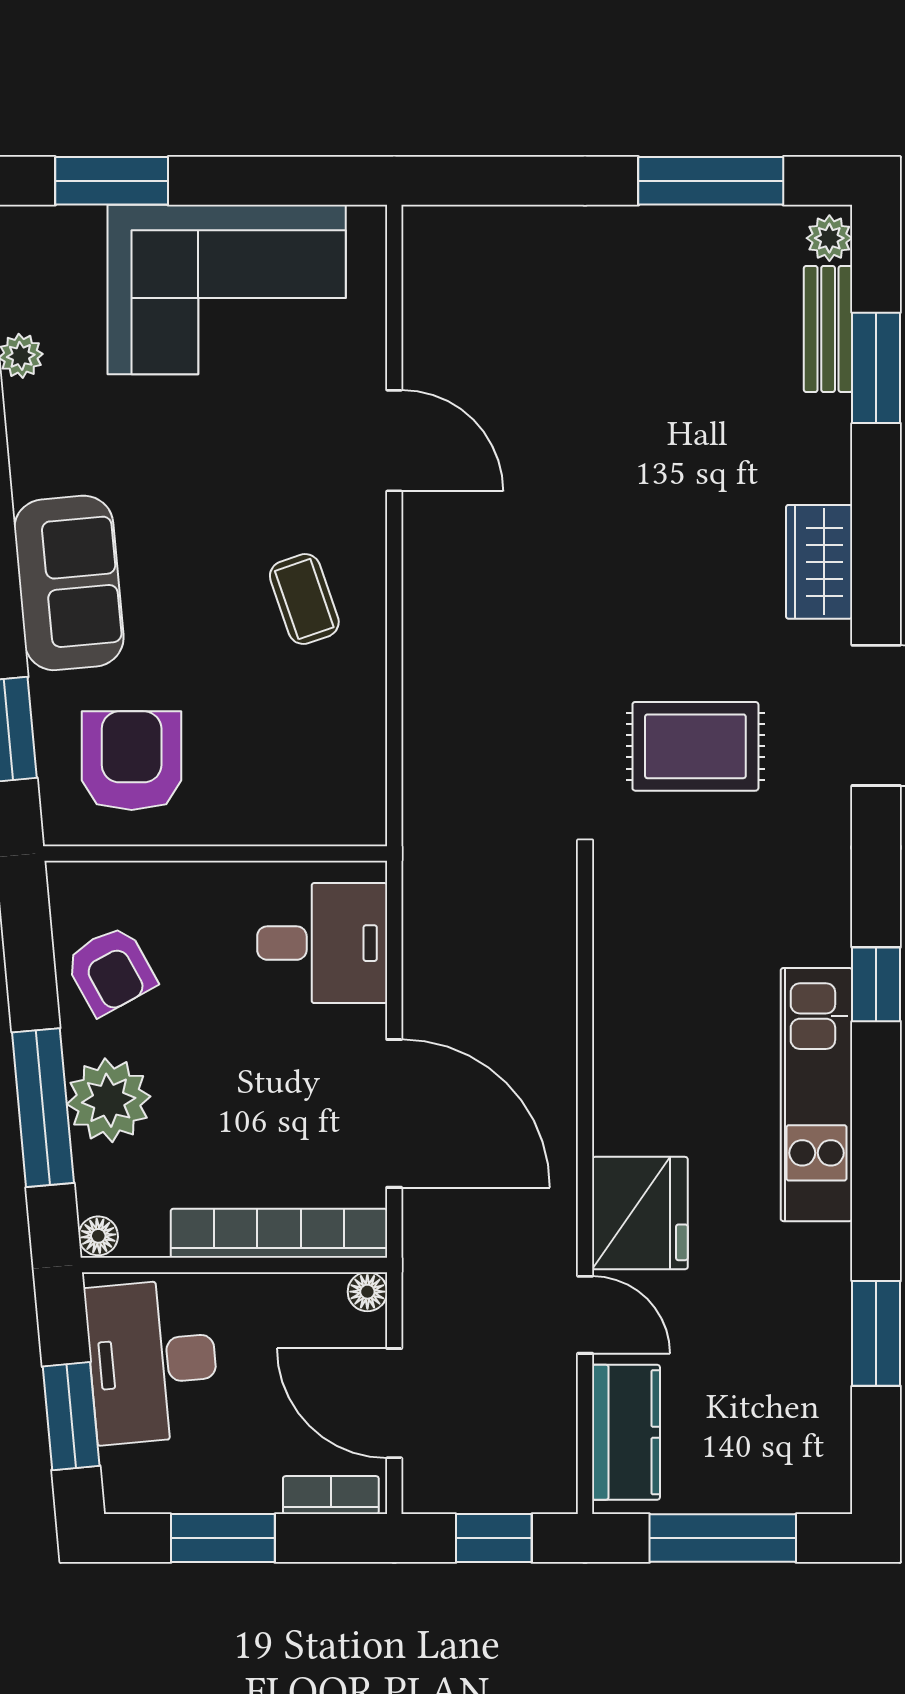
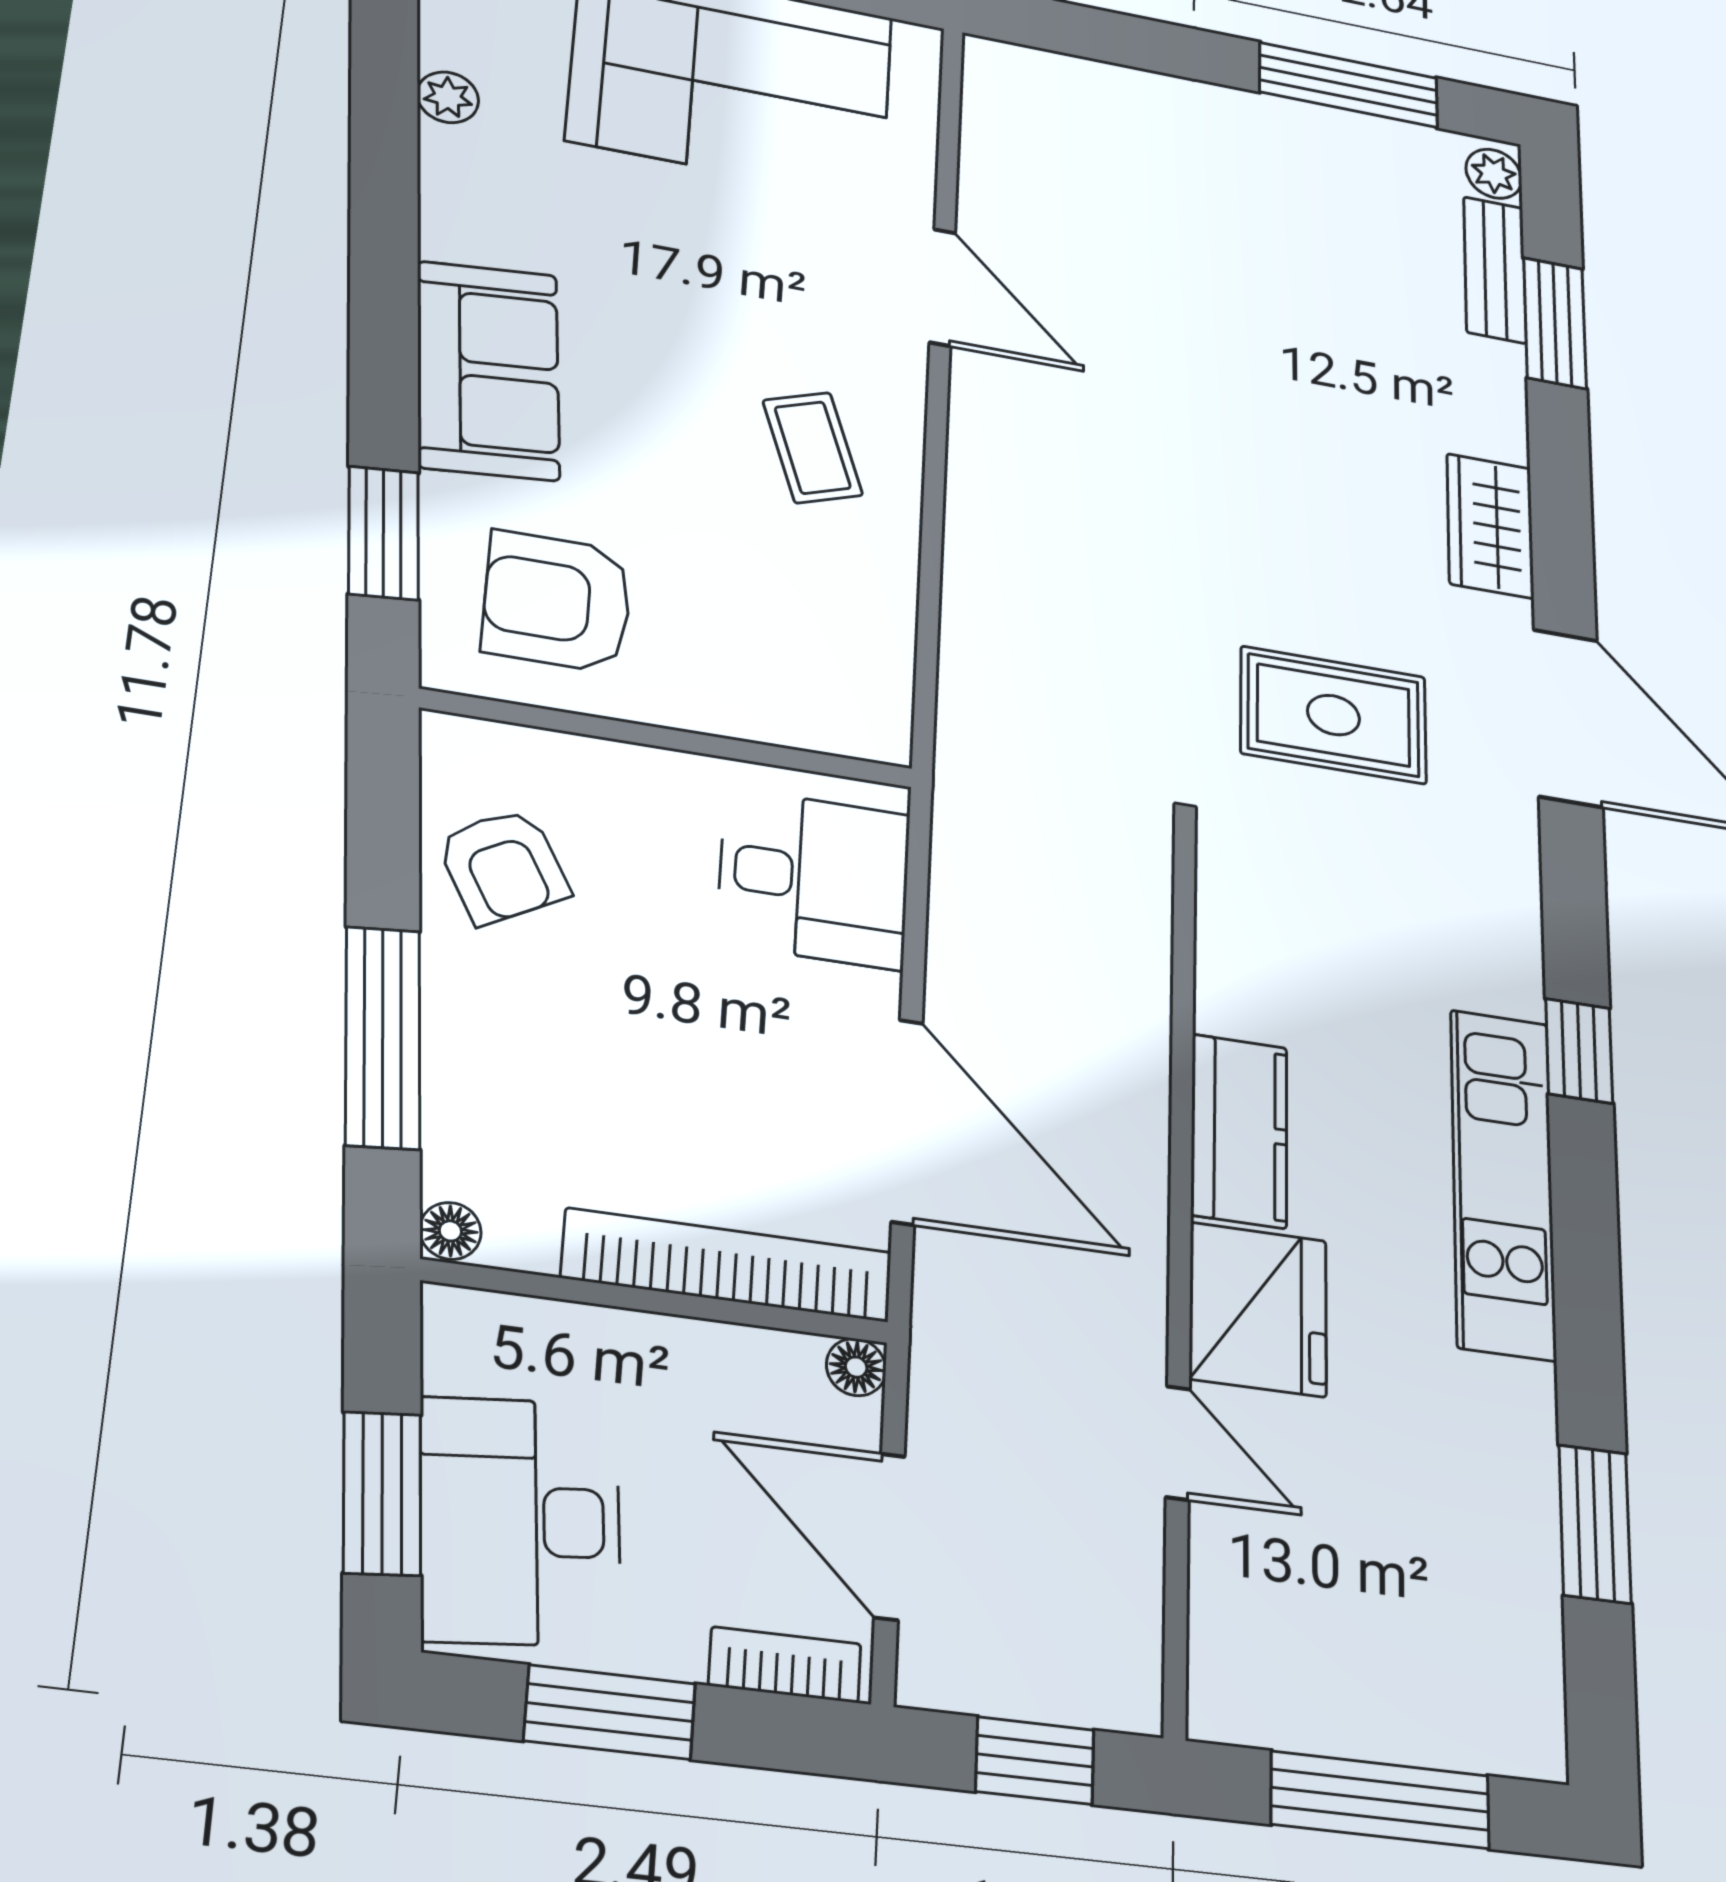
armchair: (132, 761) -> (557, 602), turned -90
plant: (109, 1100) -> (484, 1042), removed
desk: (153, 1361) -> (520, 1521), moved
kitchen counter: (626, 1432) -> (1239, 1131), moved

